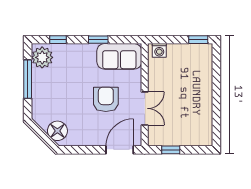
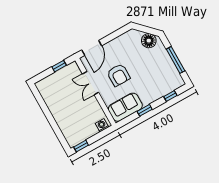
plant: (42, 57) -> (174, 79), removed
floor lamp: (57, 131) -> (149, 41), moved

